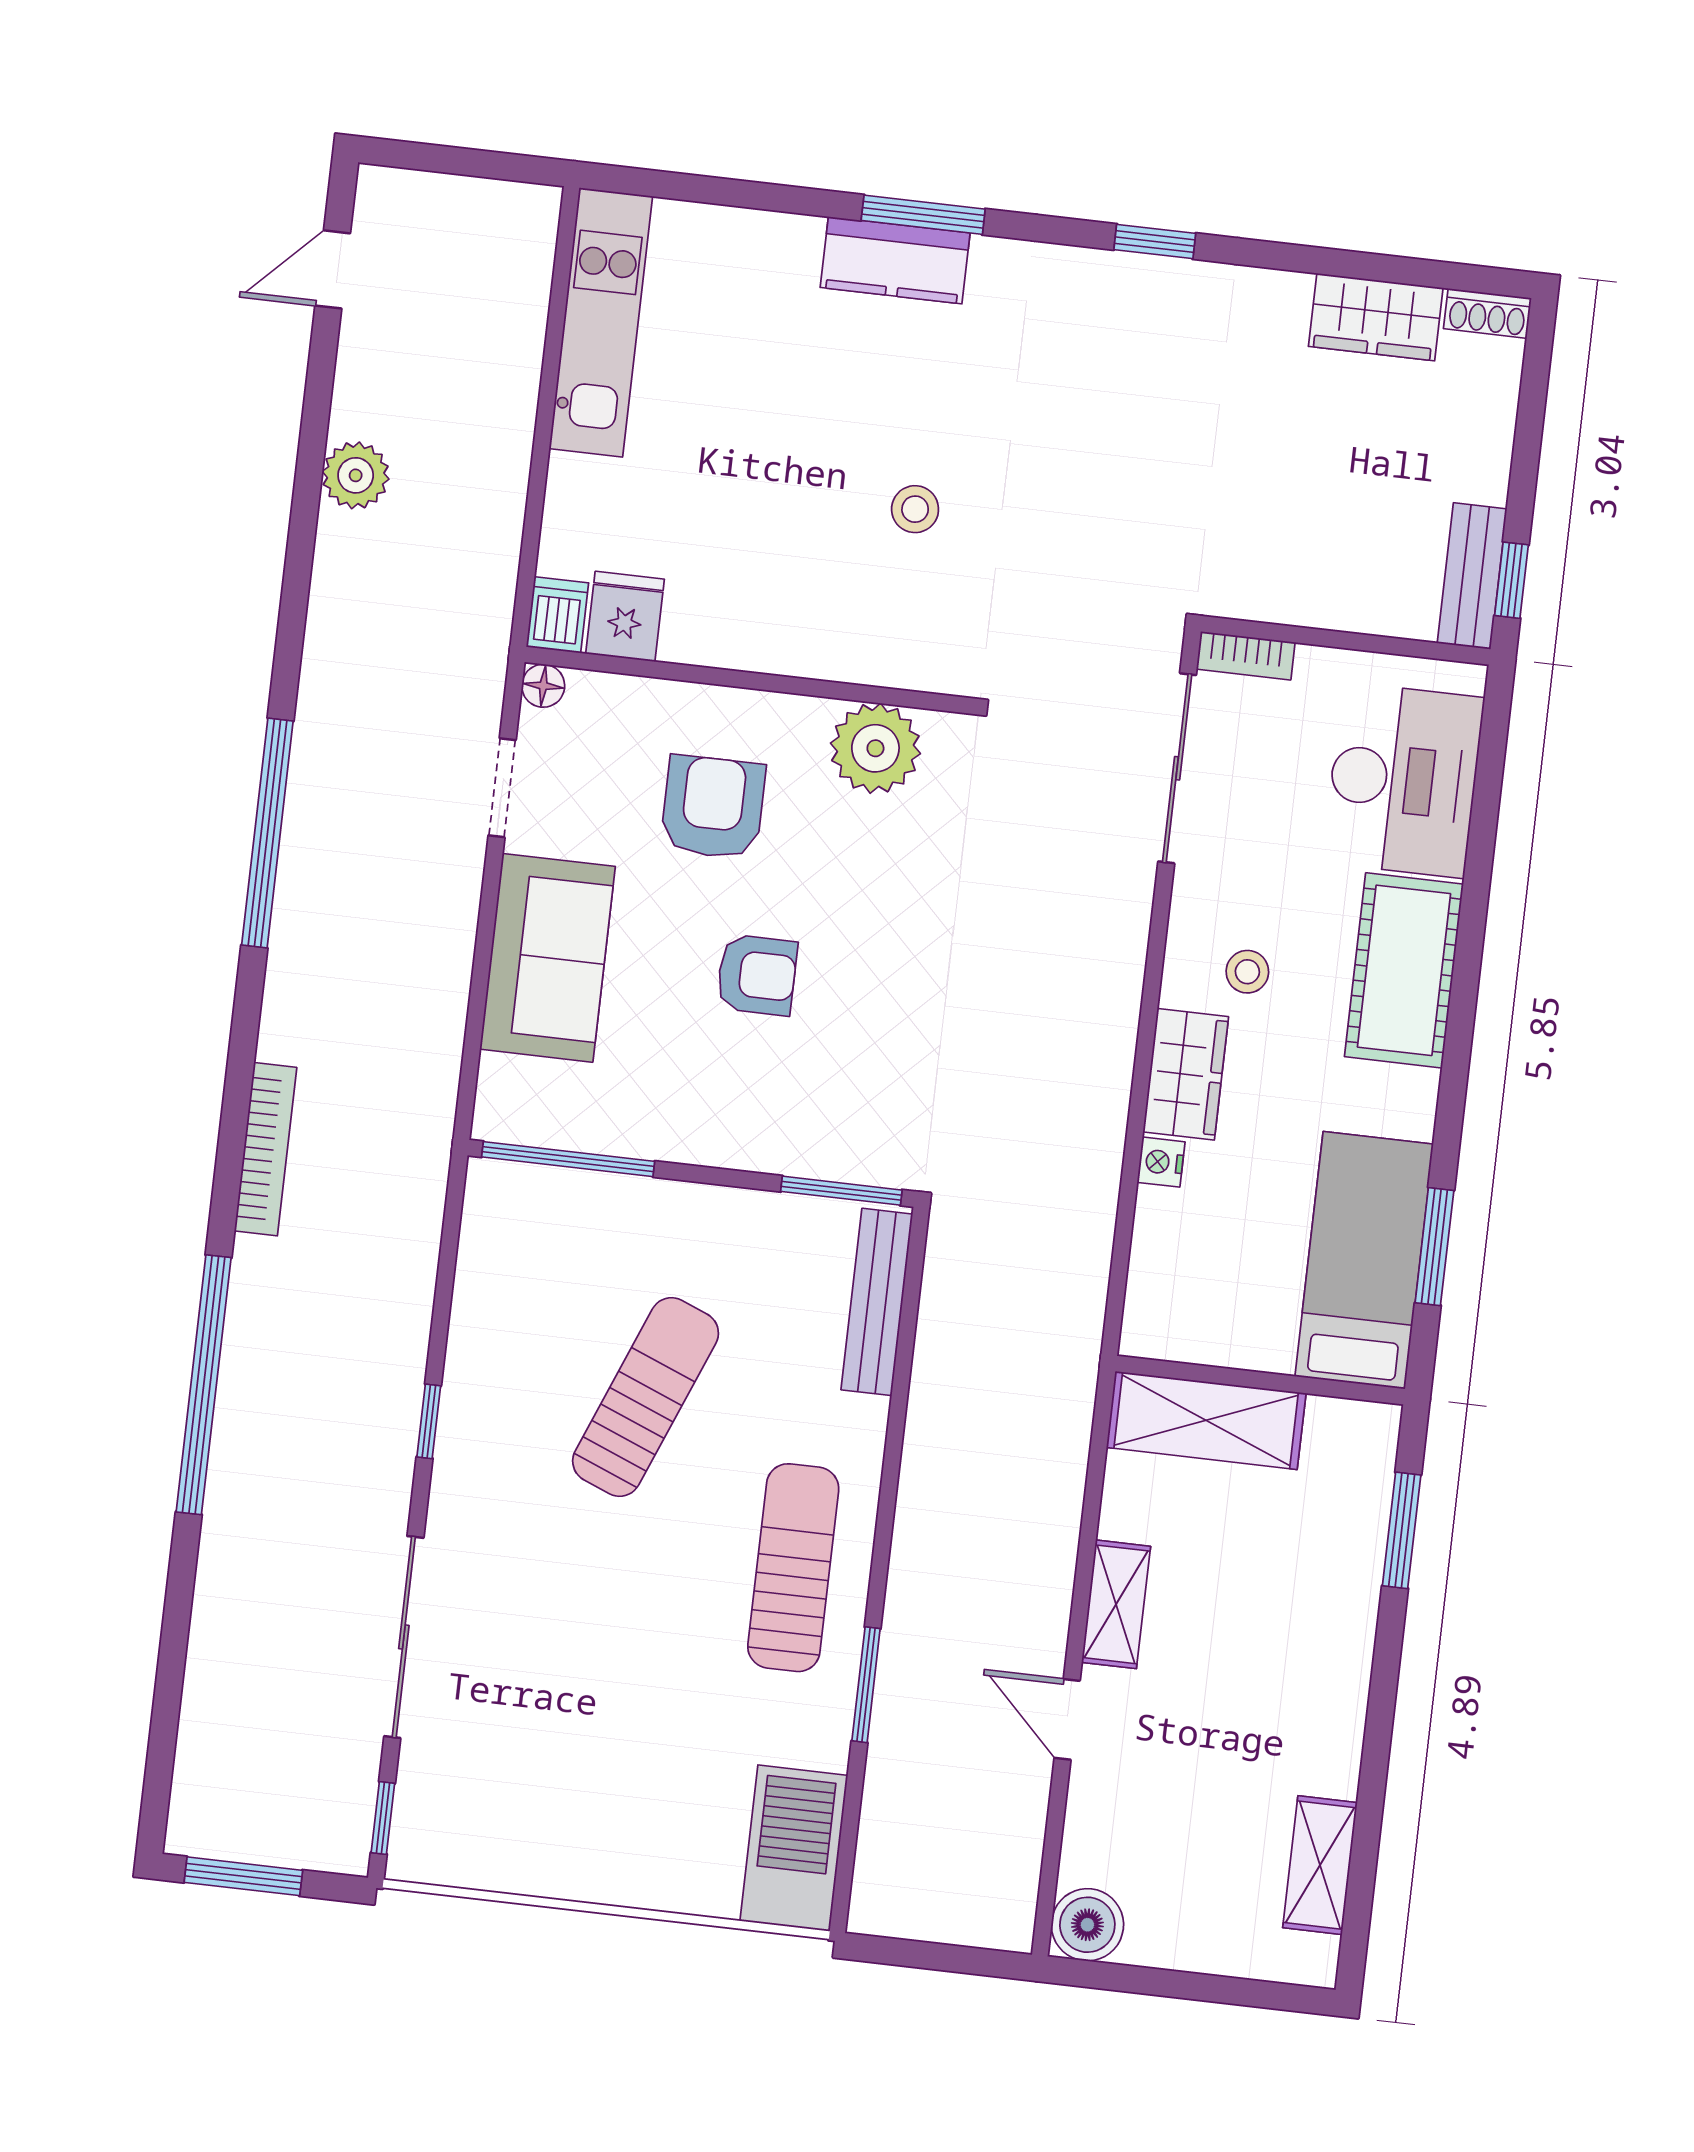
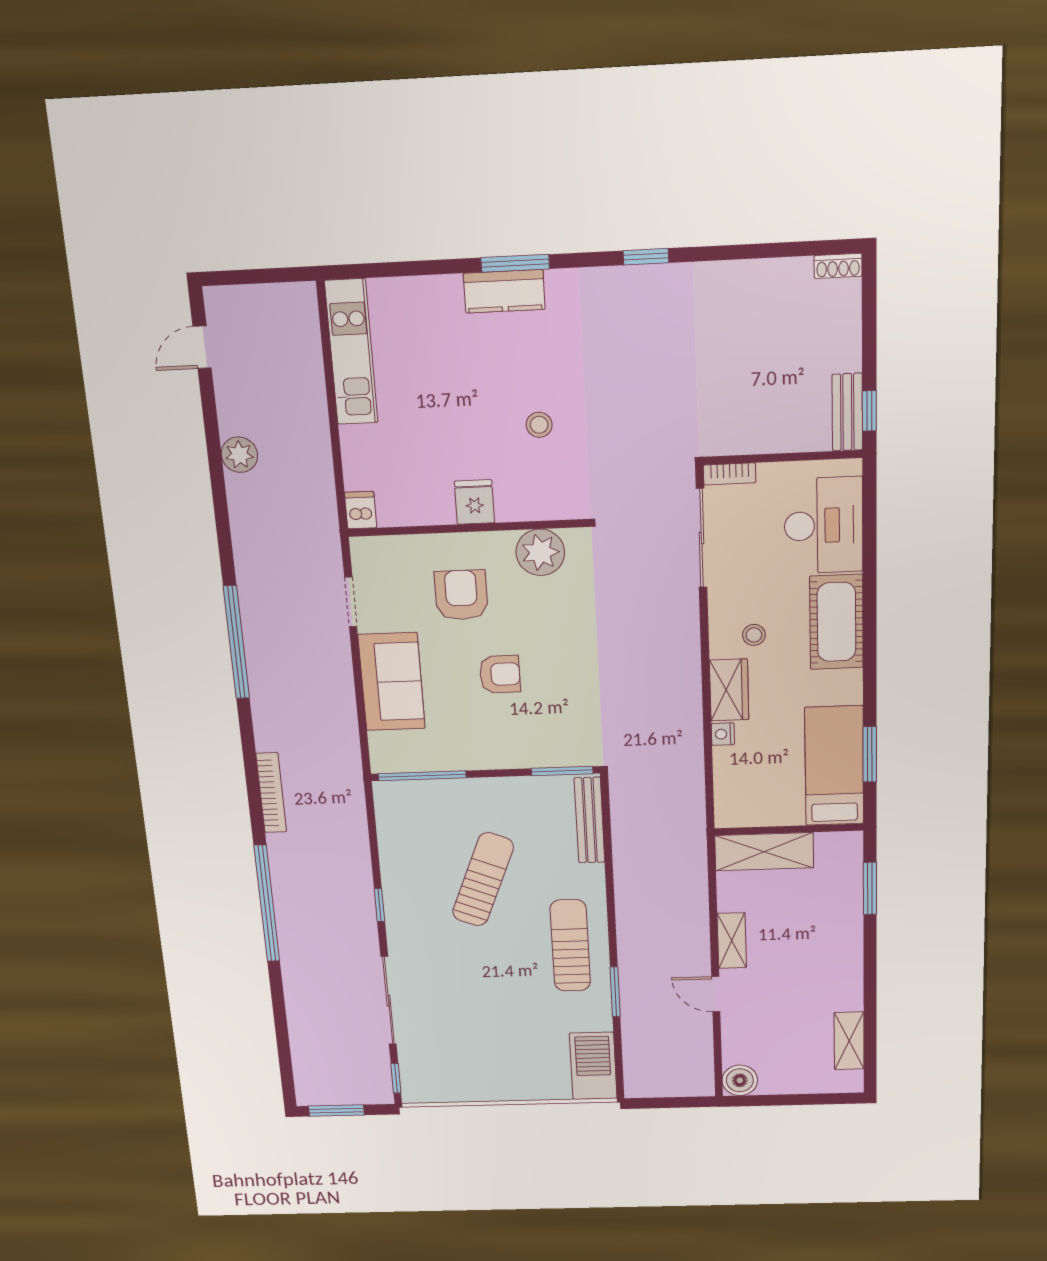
wardrobe: (1376, 317) -> (775, 278), removed
fridge: (625, 616) -> (474, 502), moved
floor lamp: (543, 686) -> (361, 547), removed

